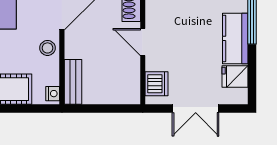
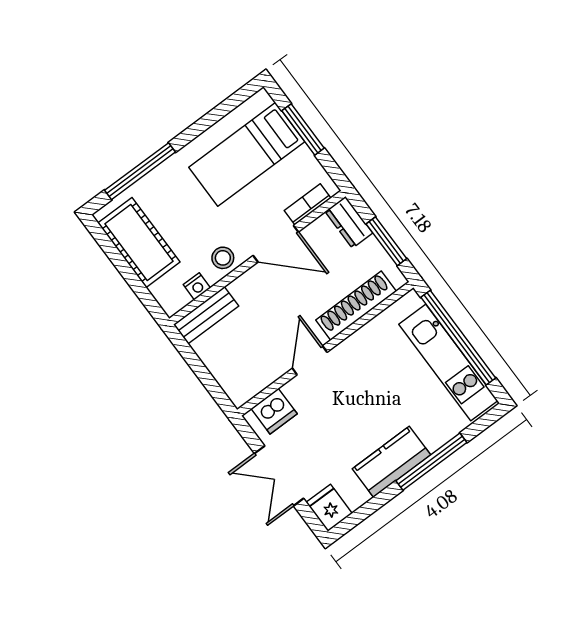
fridge: (235, 76) -> (329, 508), moved
nightstand: (53, 94) -> (197, 286), moved

